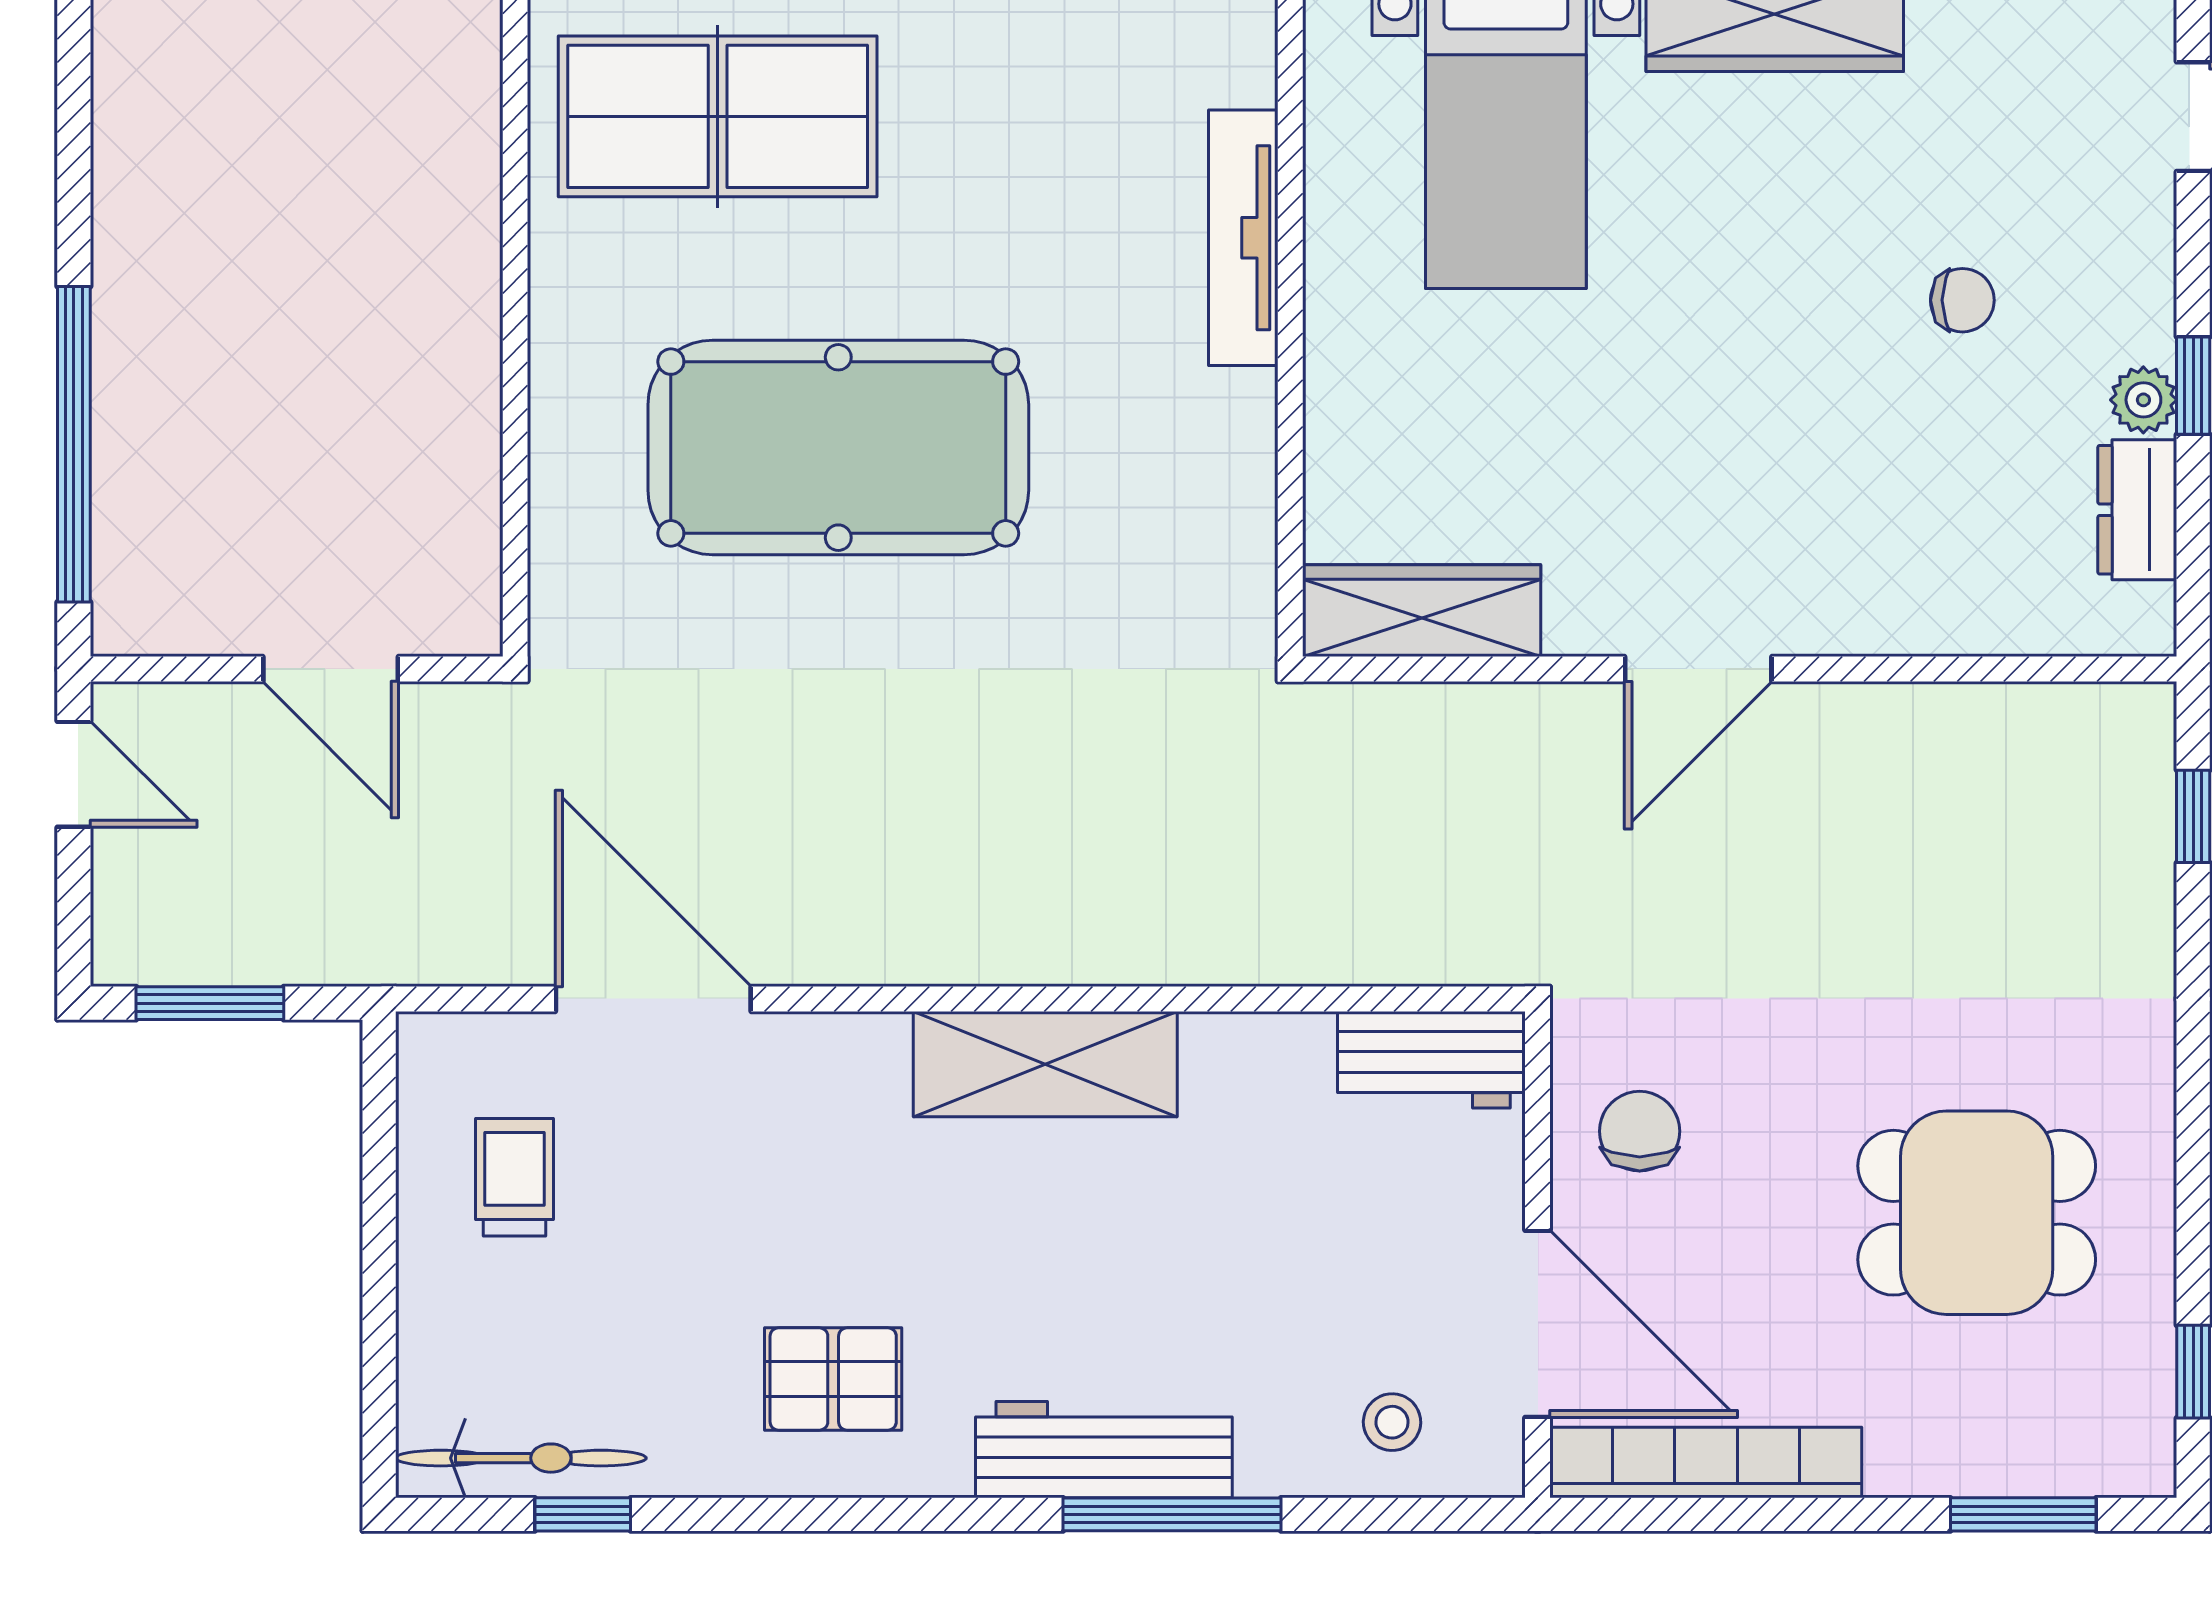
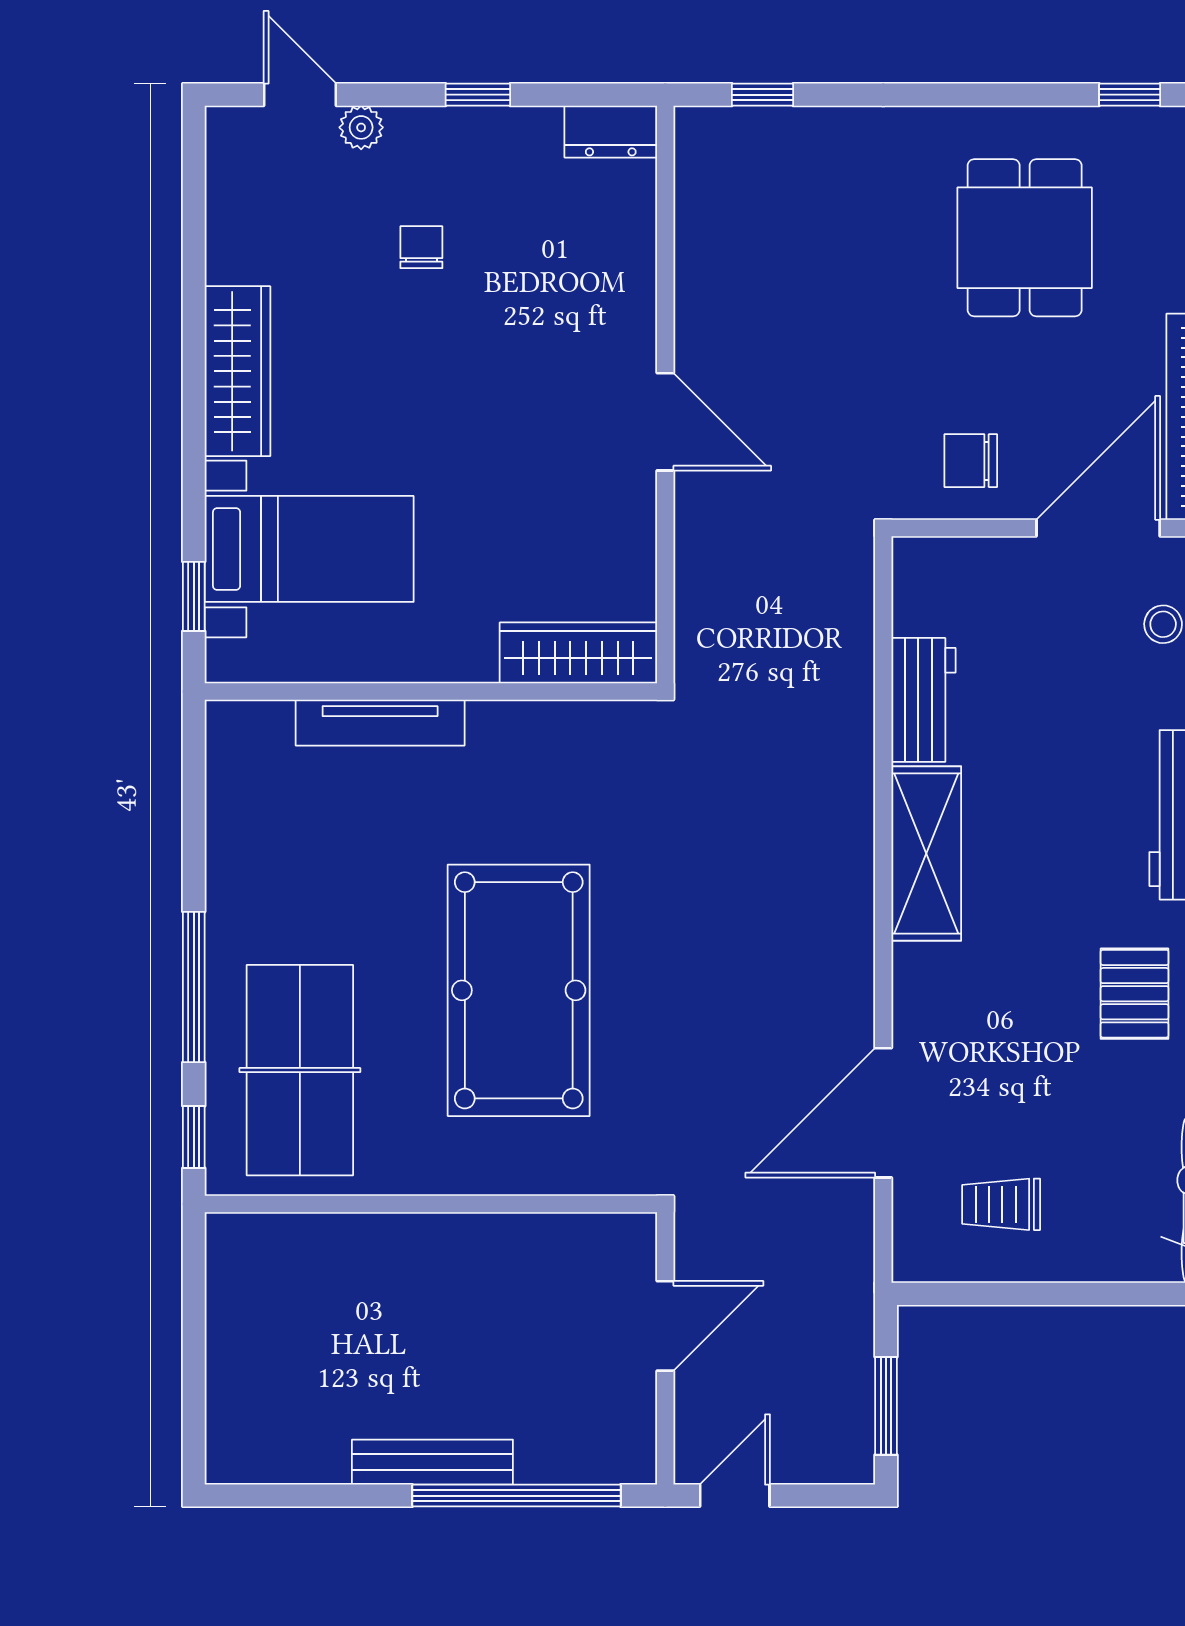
bench: (125, 317) -> (432, 1462), added
plant: (2143, 400) -> (361, 127), moved
dresser: (2137, 510) -> (611, 132), moved
wardrobe: (1422, 611) -> (578, 653), moved, turned 90
workbench: (1431, 1060) -> (923, 700), moved

